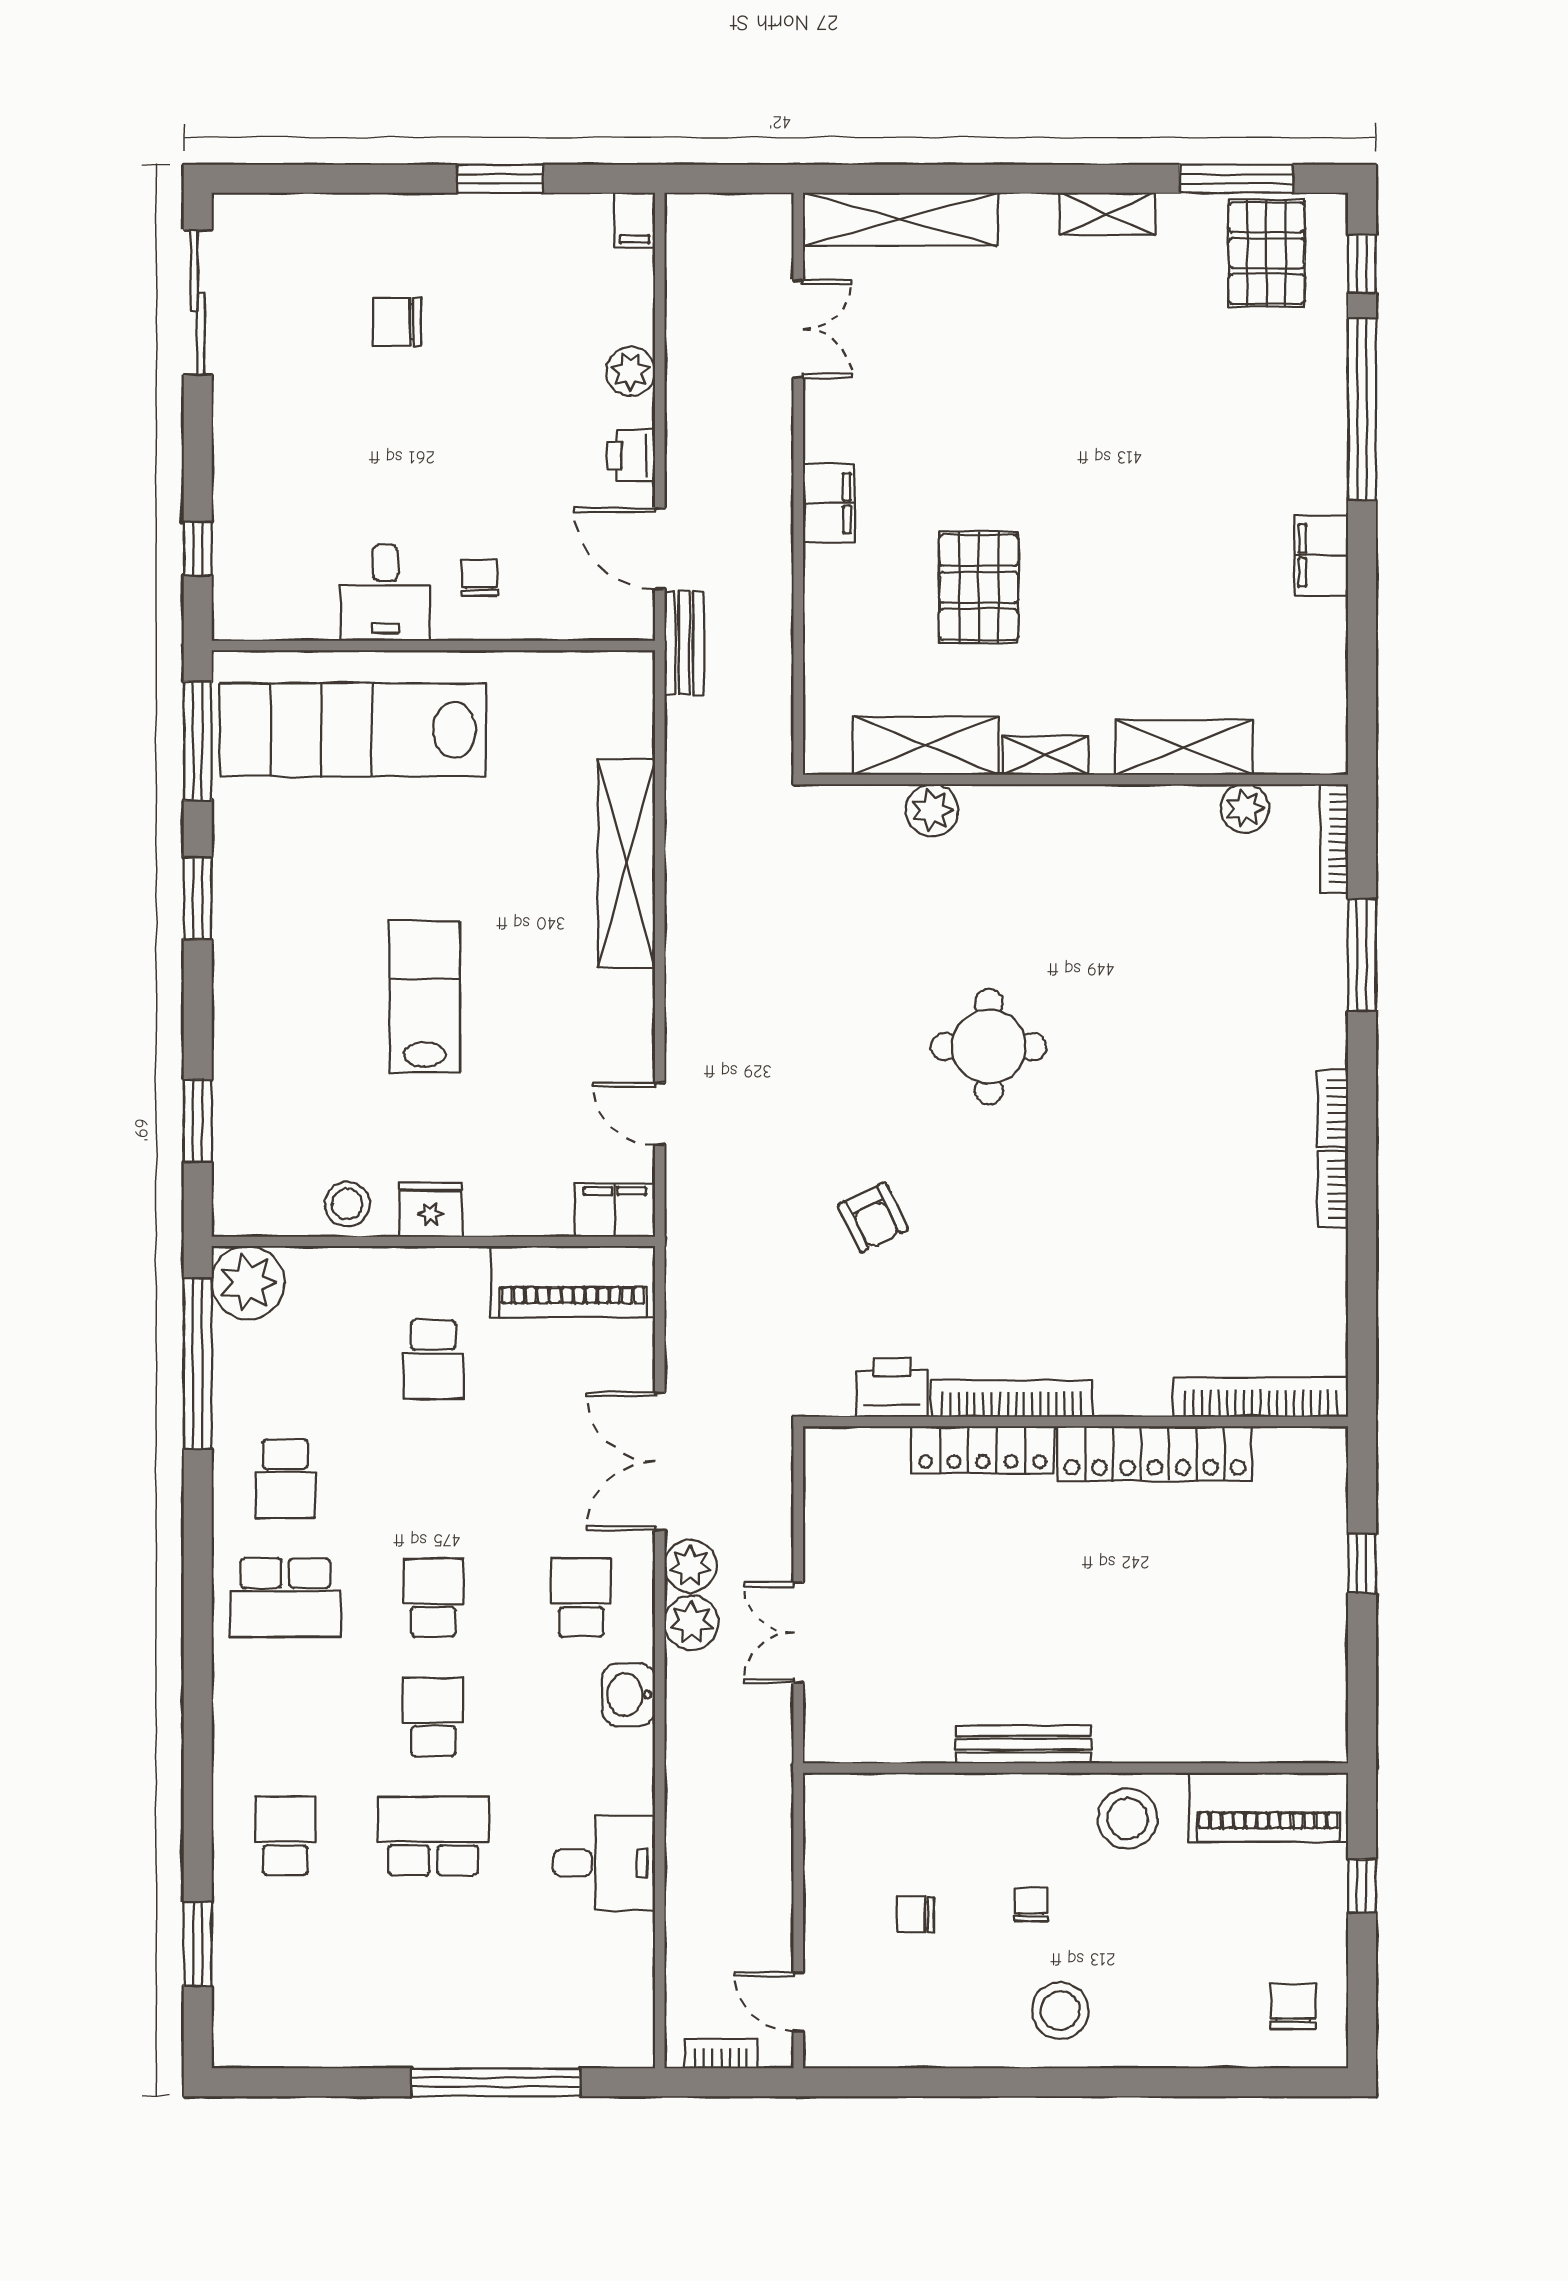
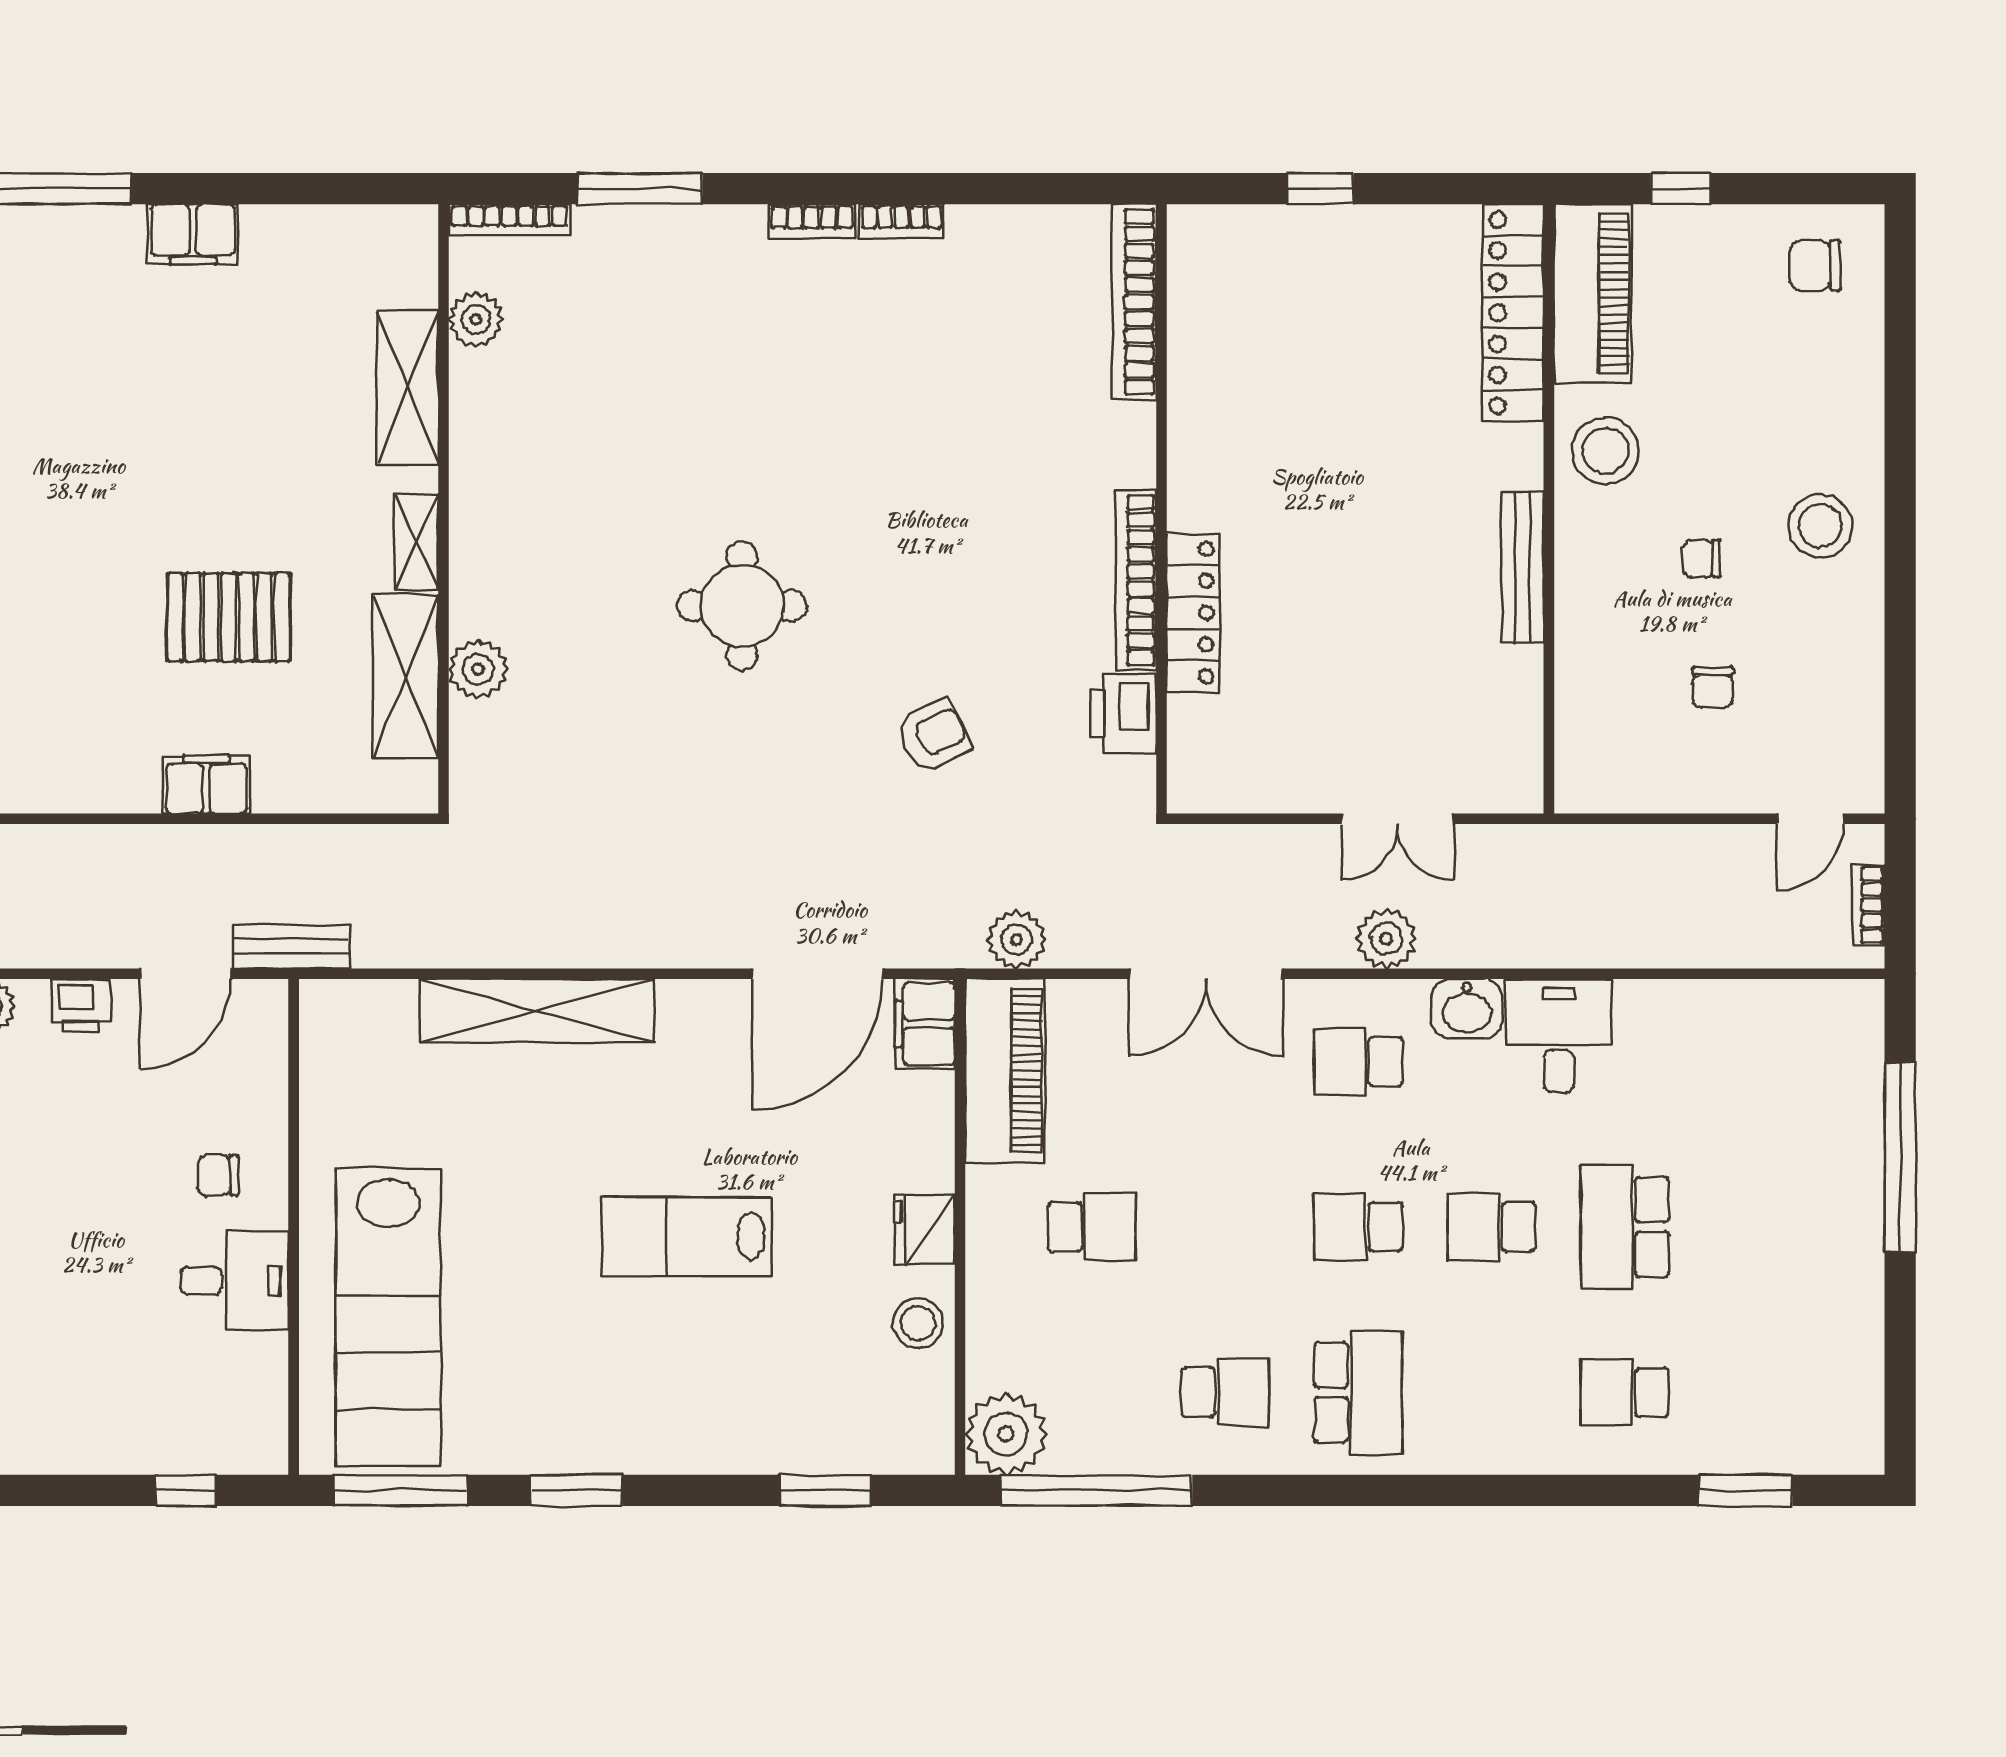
filing cabinet: (829, 503) -> (206, 785), moved
door: (660, 1114) -> (818, 974), width x1.87
locker: (1155, 1454) -> (1513, 313), moved, turned 180
plant: (690, 1566) -> (1017, 940), moved
desk: (604, 1863) -> (1559, 1036), moved

